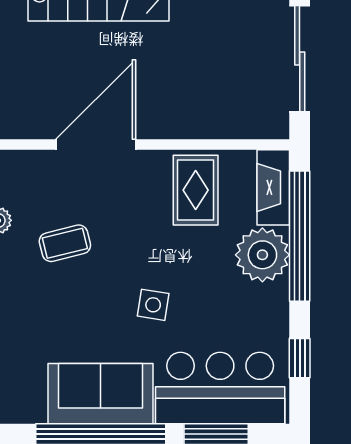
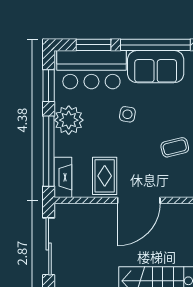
door: (96, 145) -> (139, 200), moved
plant: (262, 255) -> (69, 120), moved
window: (300, 358) -> (49, 86), width x1.50

